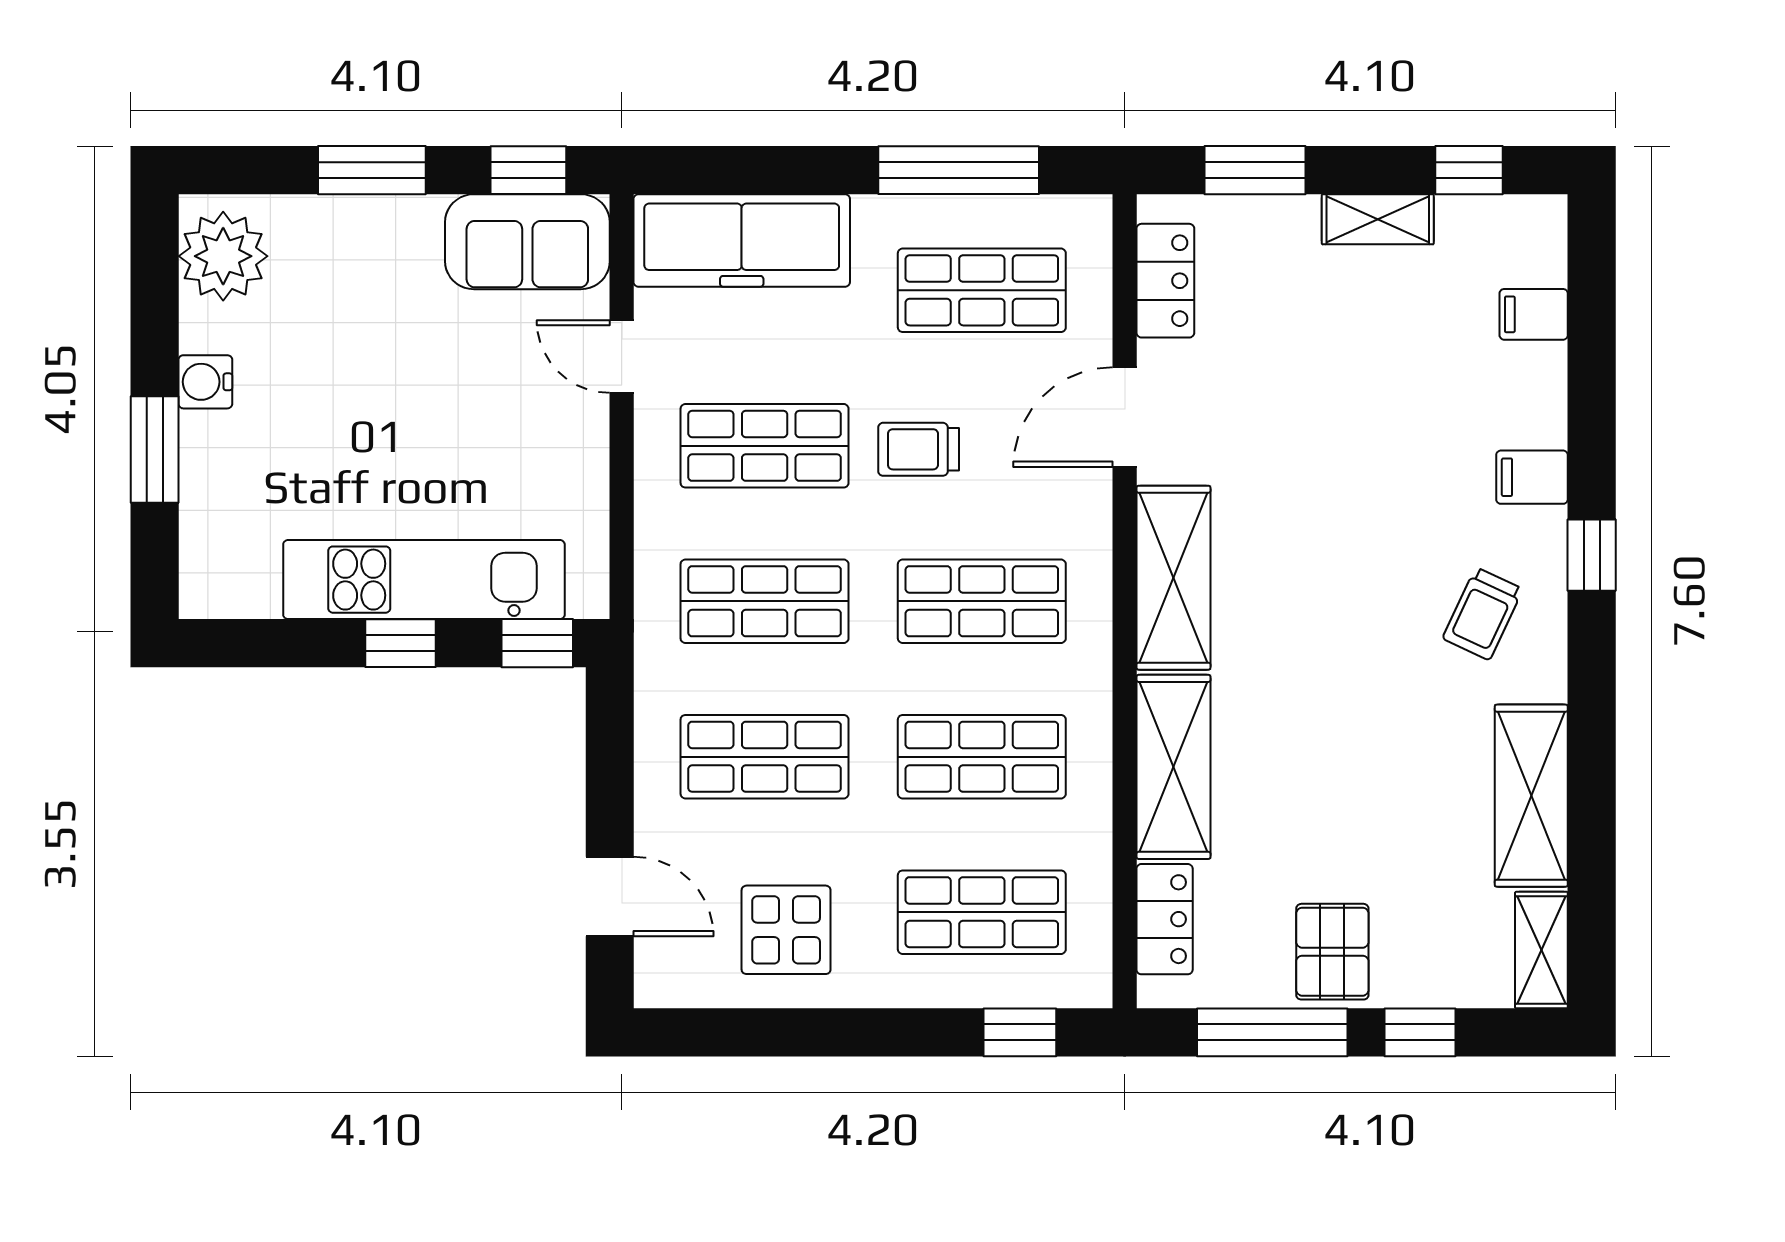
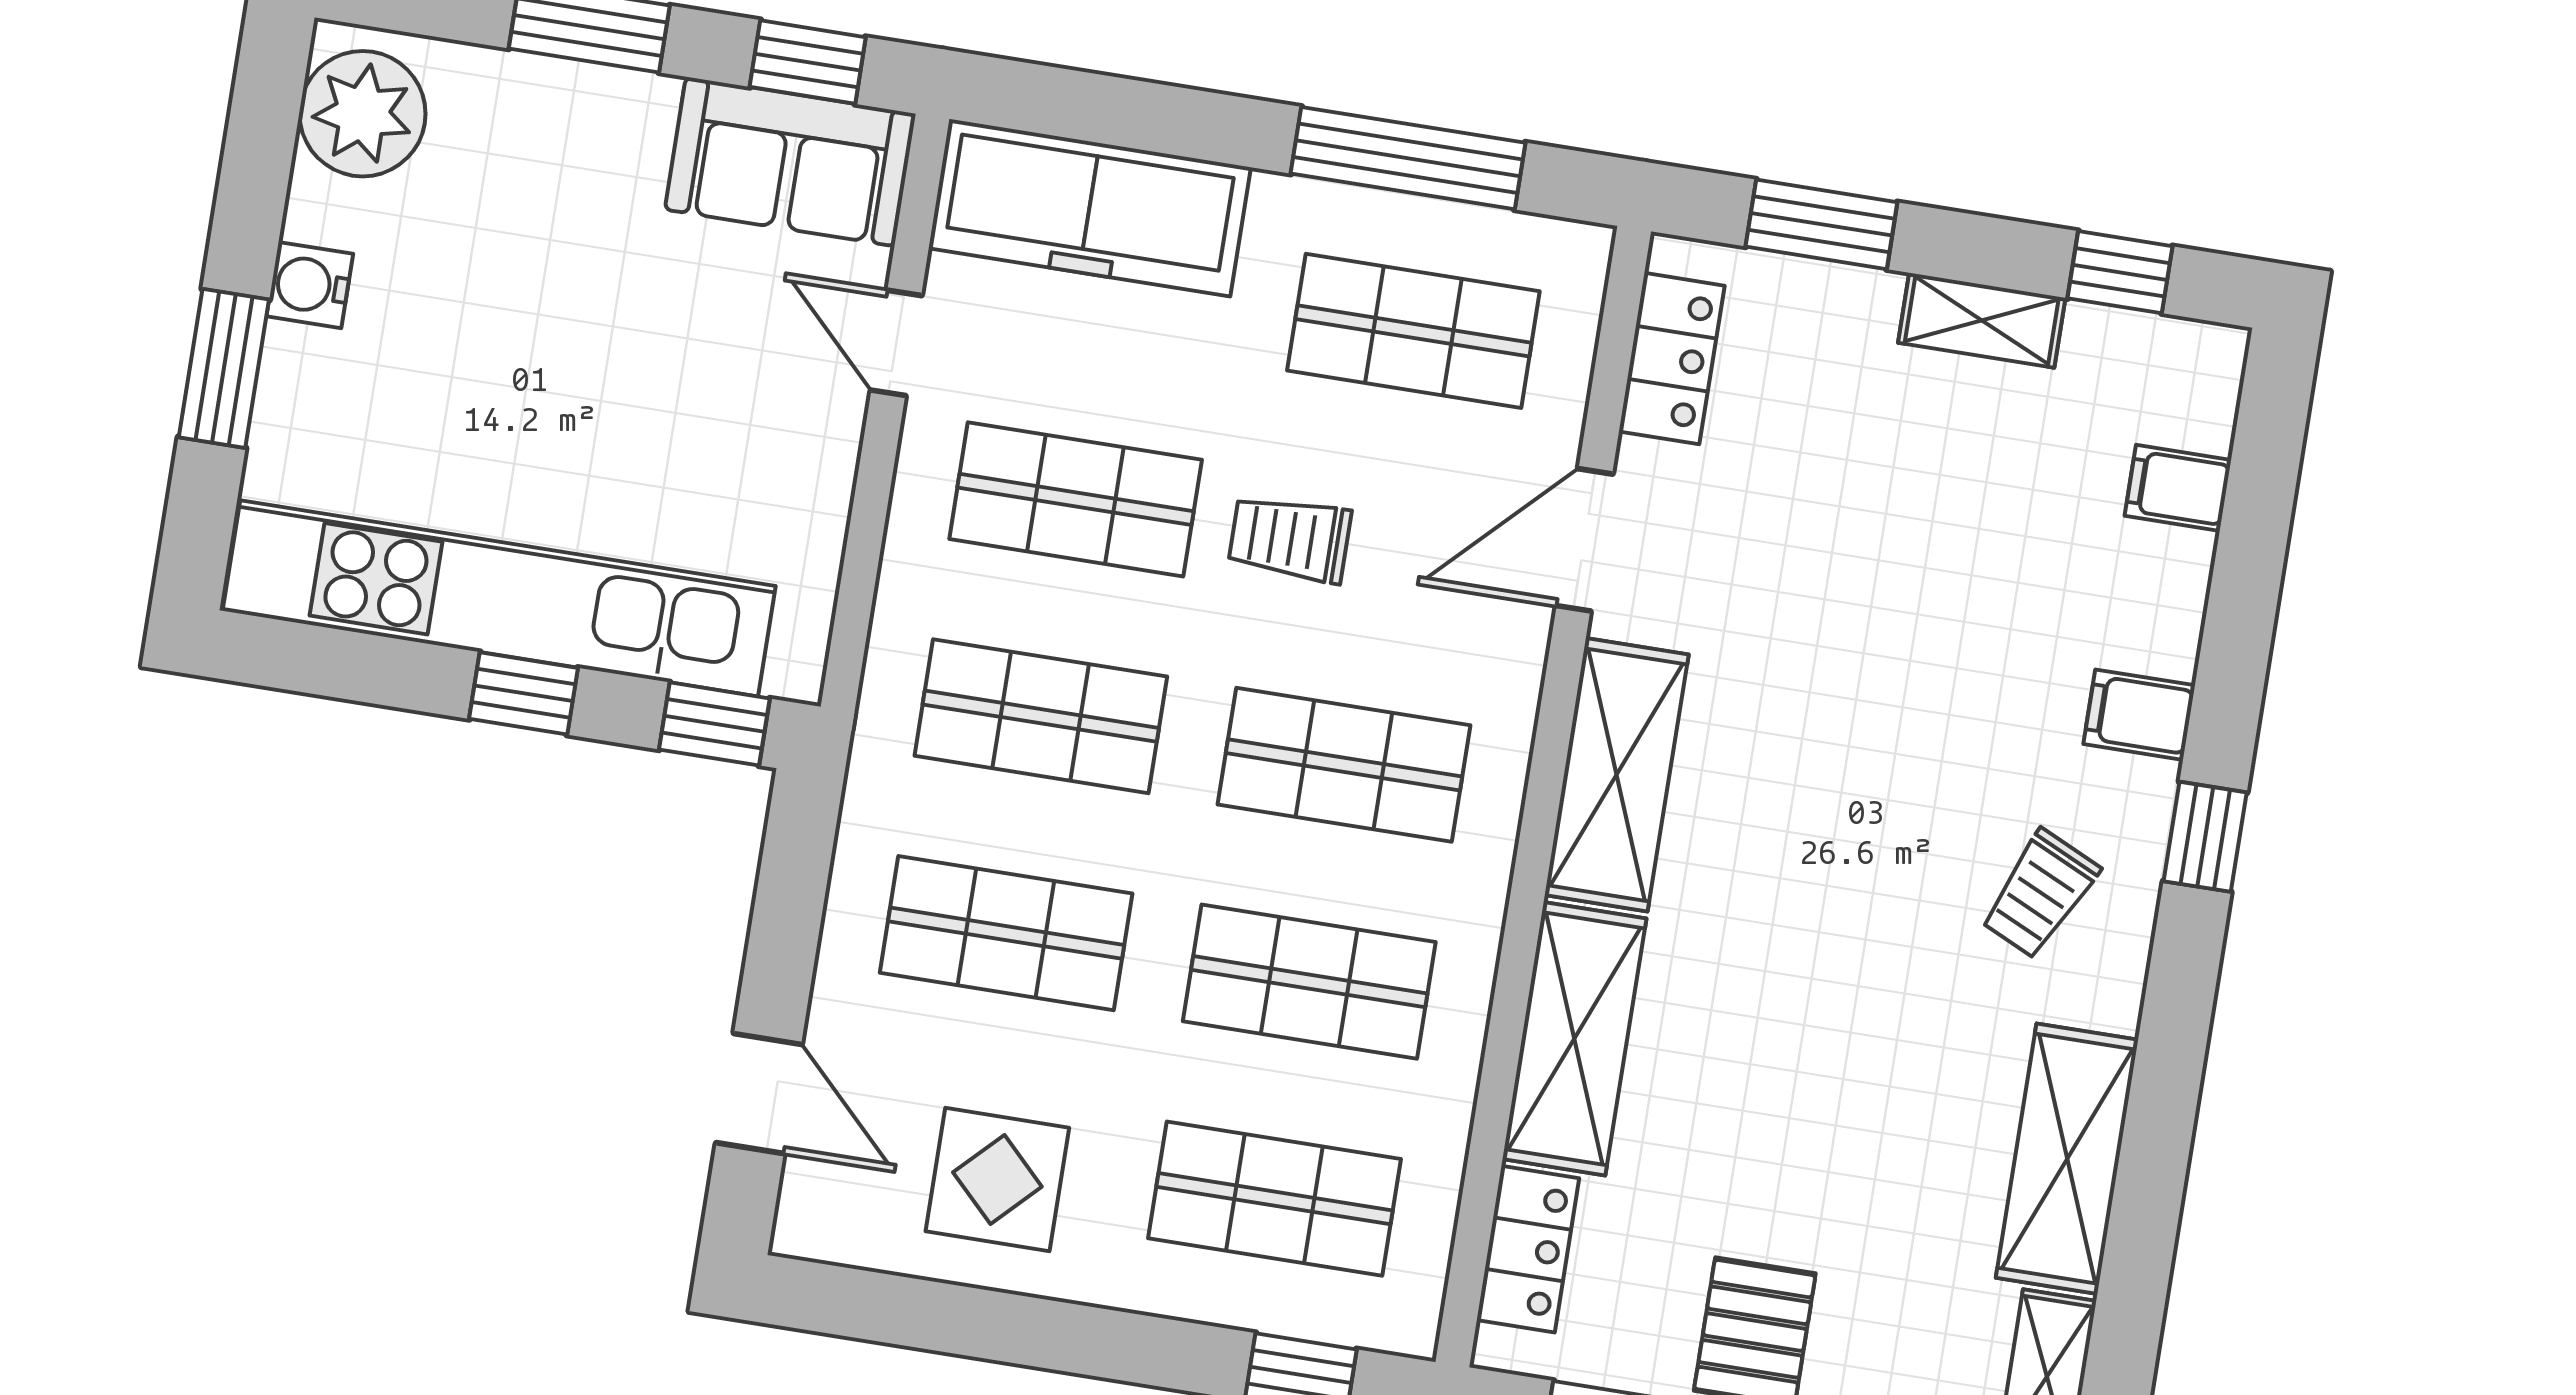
kitchen unit: (424, 580) -> (499, 598), width x1.36

